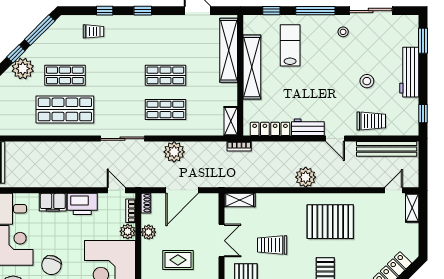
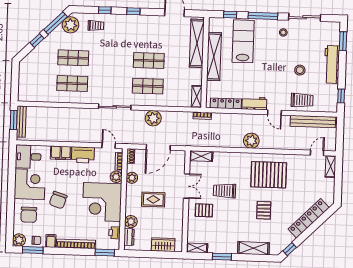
lab bench: (290, 45) -> (243, 41), width x1.36, depth x1.39
plant: (23, 69) -> (71, 25), moved
shop shelf: (65, 109) -> (72, 83), width x0.70, depth x0.74

